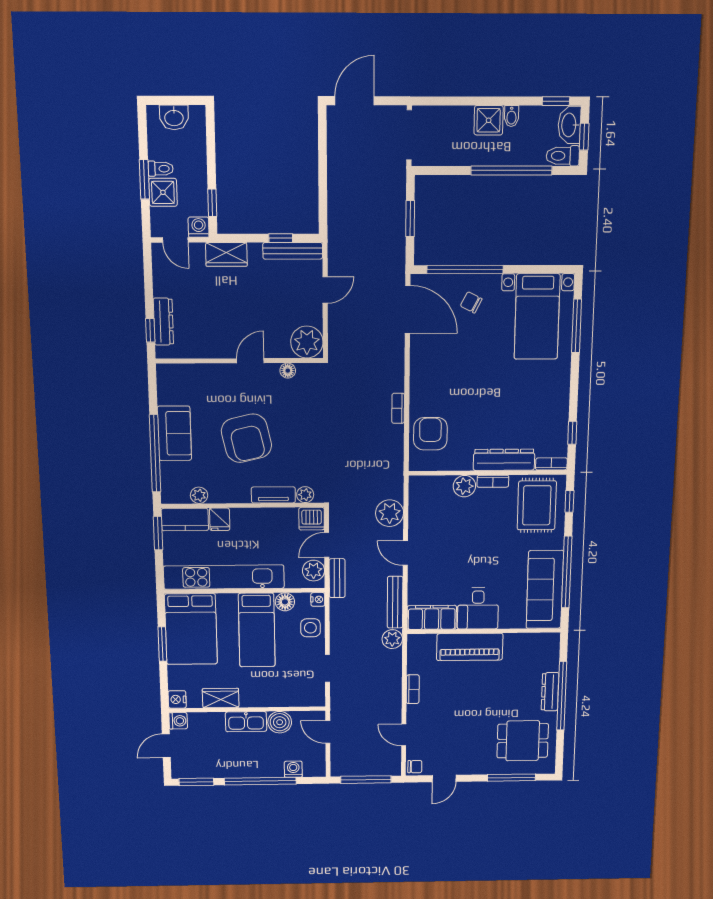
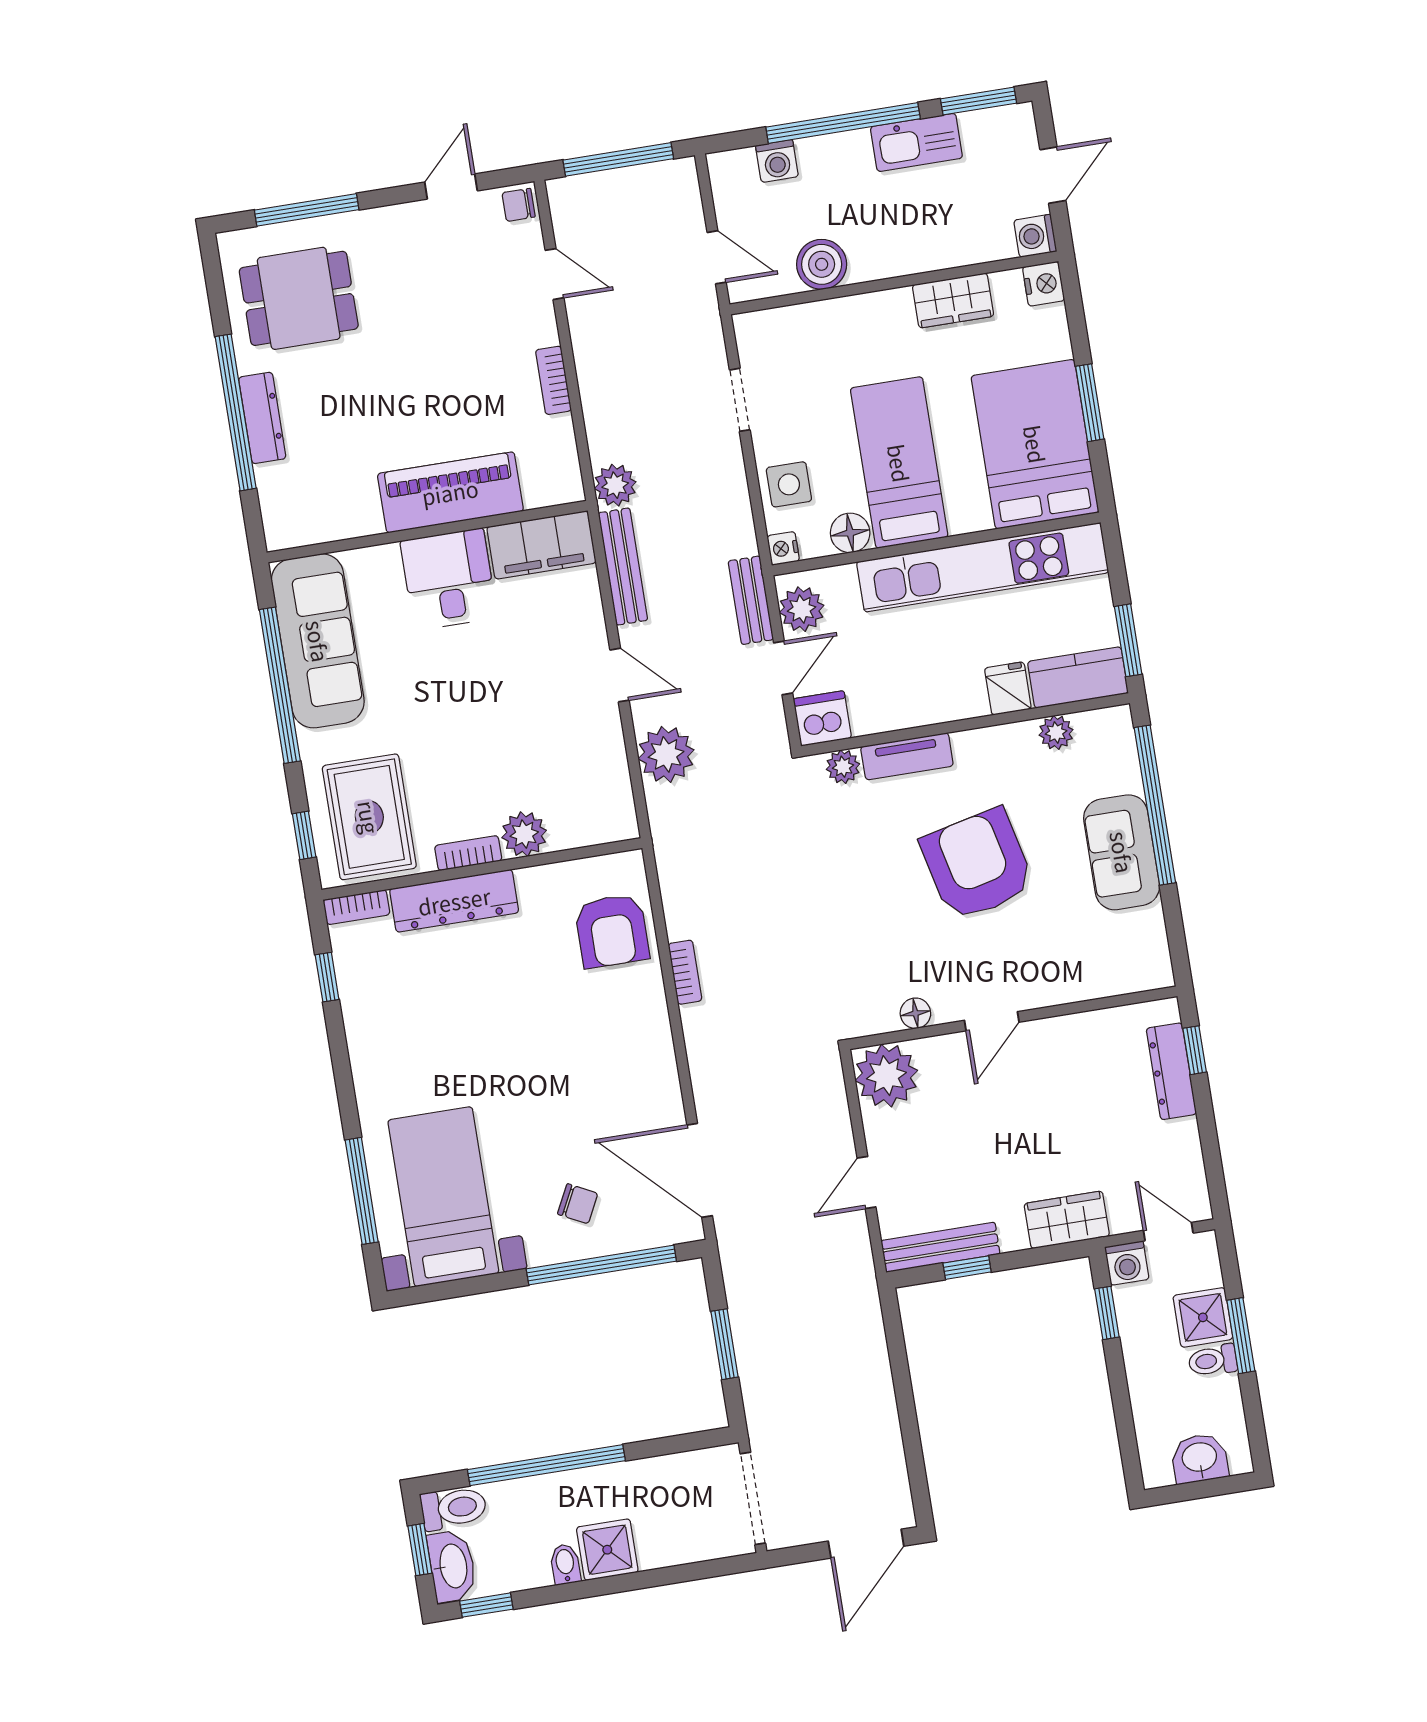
kitchen sink: (246, 722) -> (916, 142), moved, turned 180

